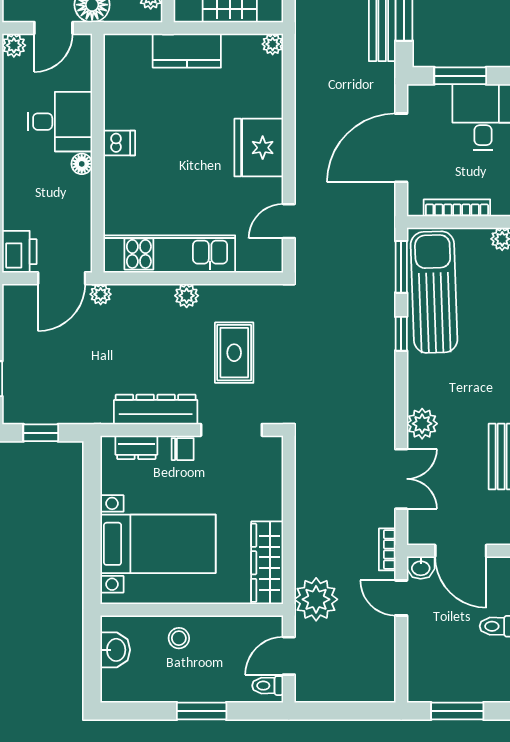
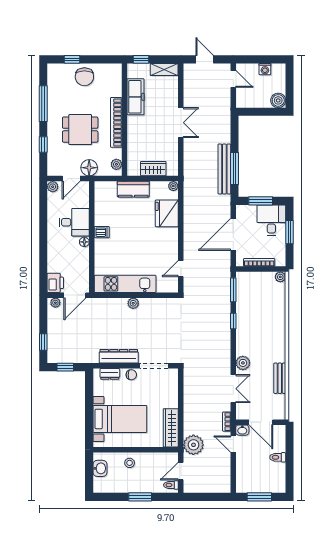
fridge: (259, 148) -> (167, 213), moved
sun lounger: (434, 292) -> (248, 302), removed
plant: (101, 294) -> (55, 303), moved
rug: (234, 353) -> (155, 330), removed

